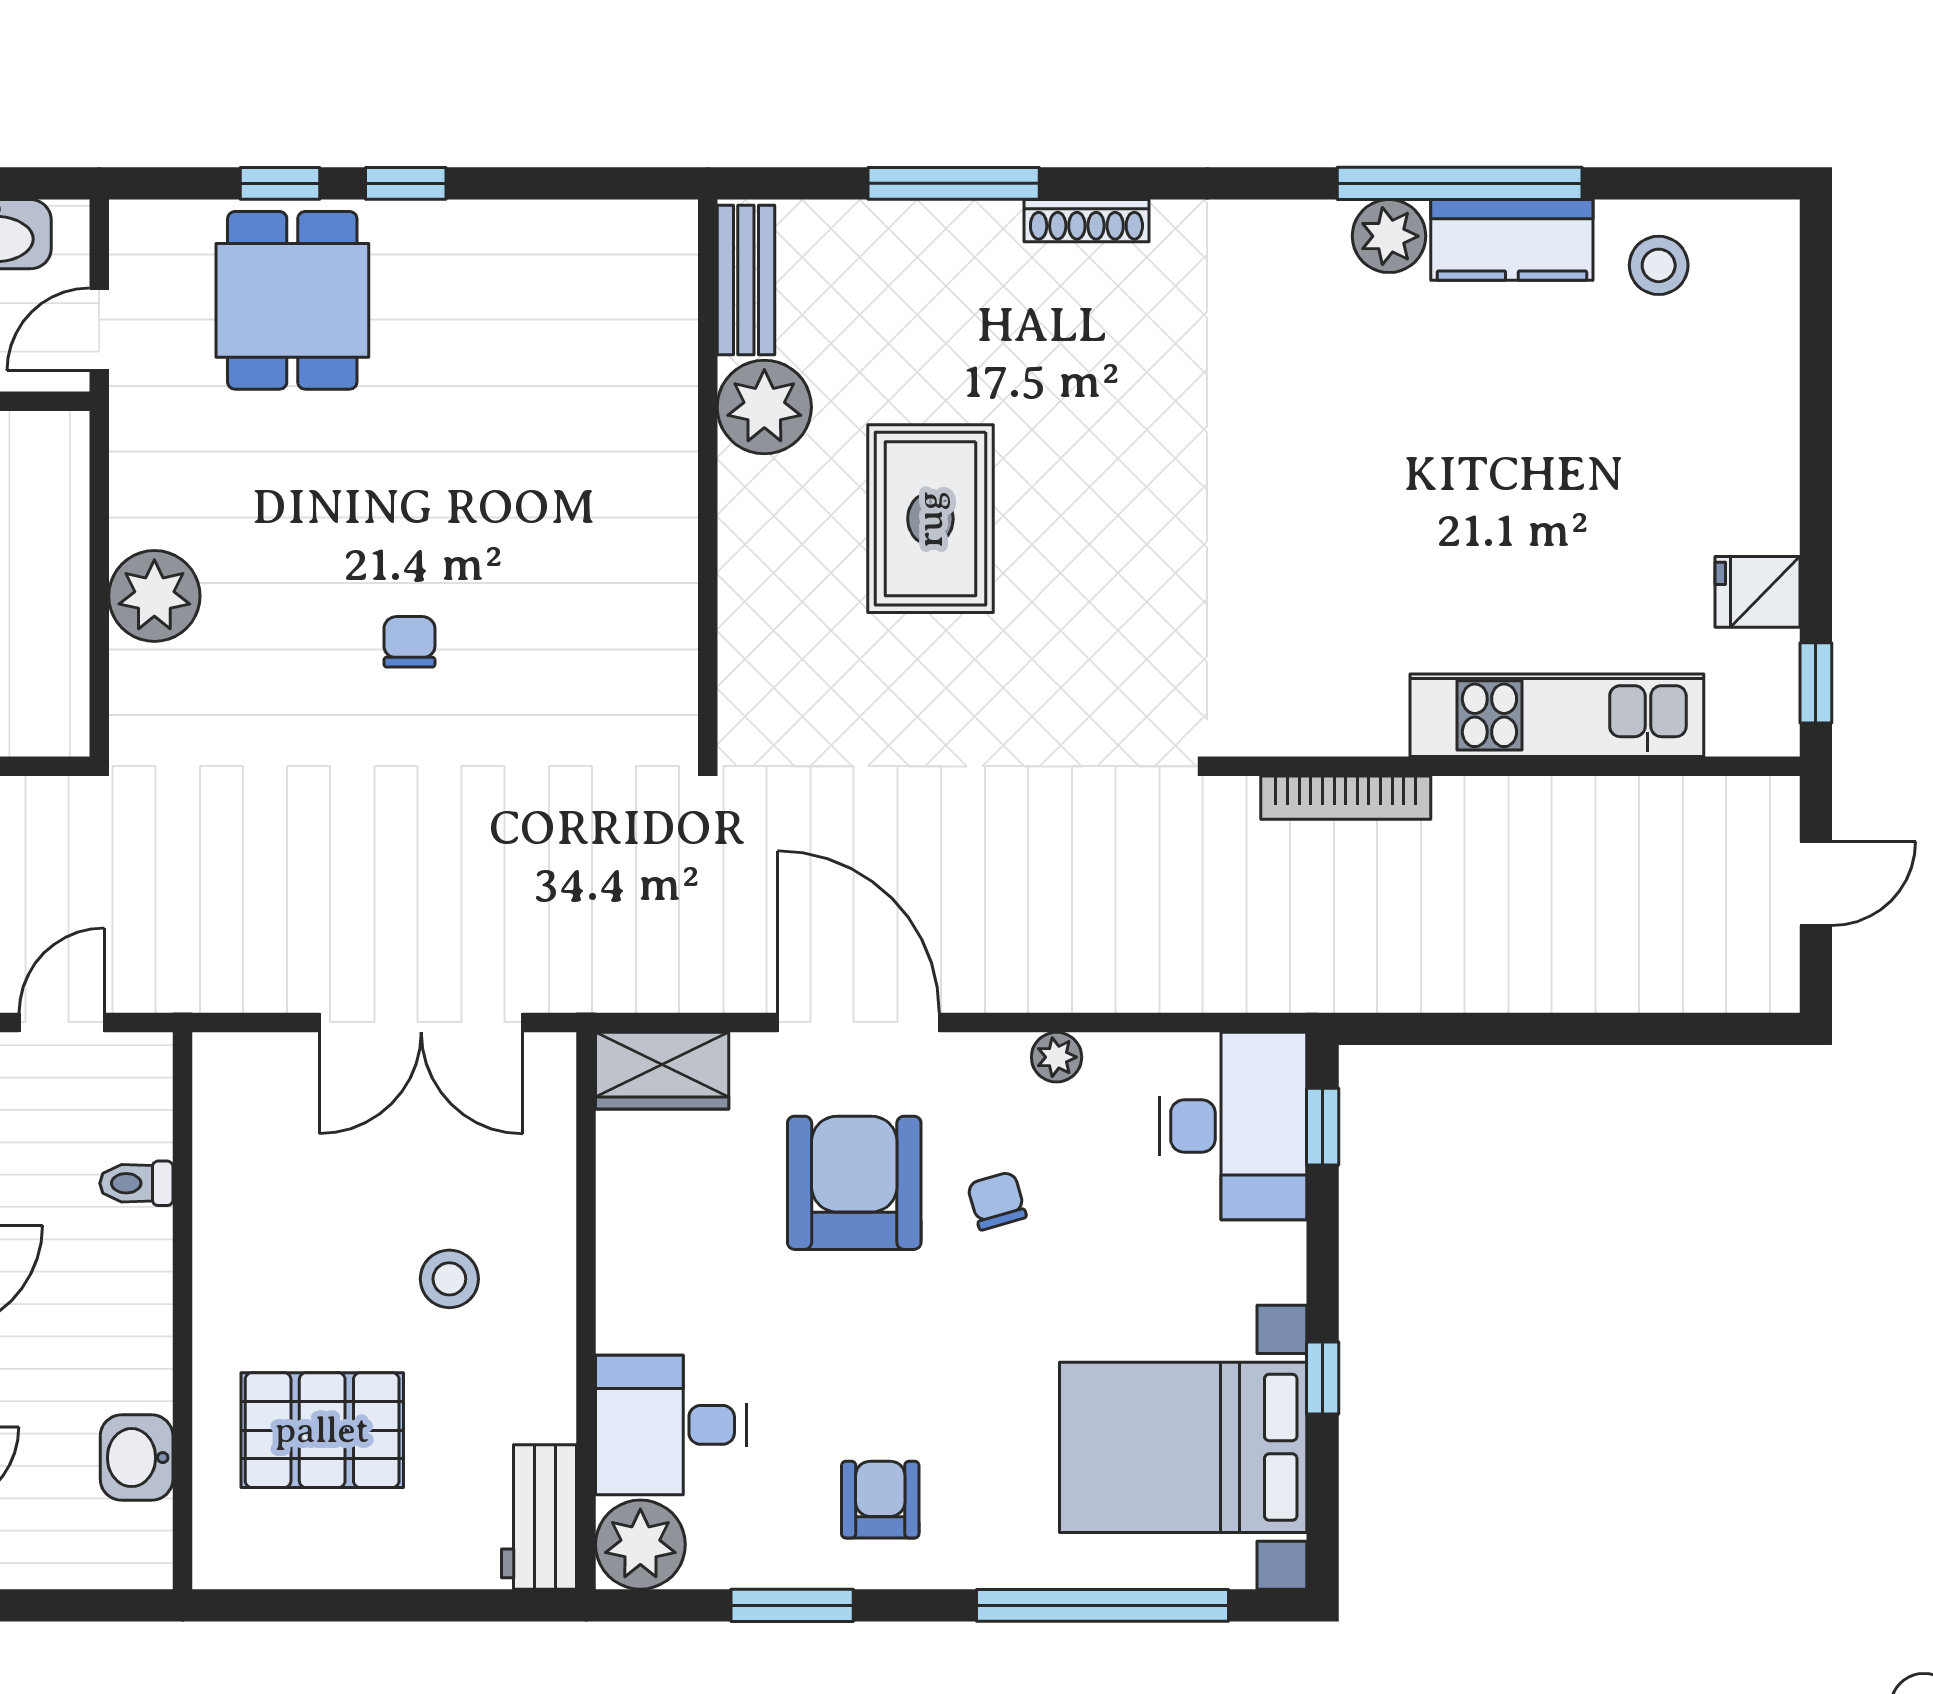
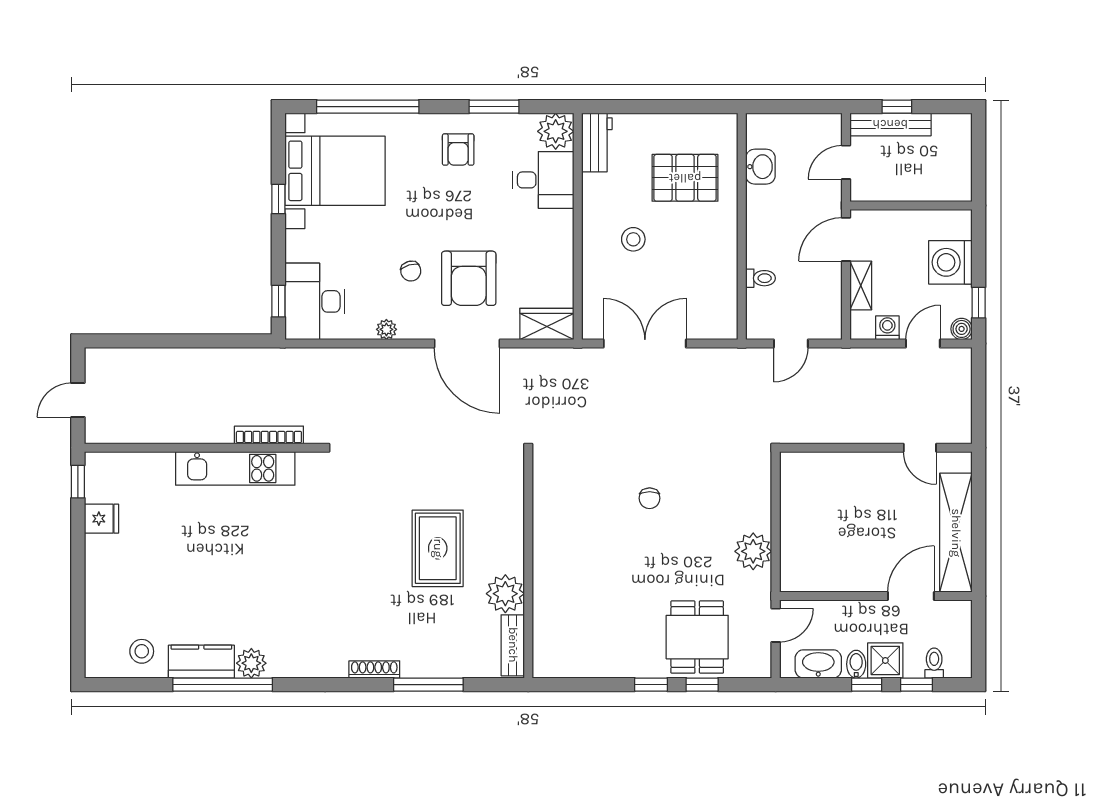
plant: (154, 596) -> (753, 551), moved
kitchen unit: (1557, 715) -> (235, 468), moved

